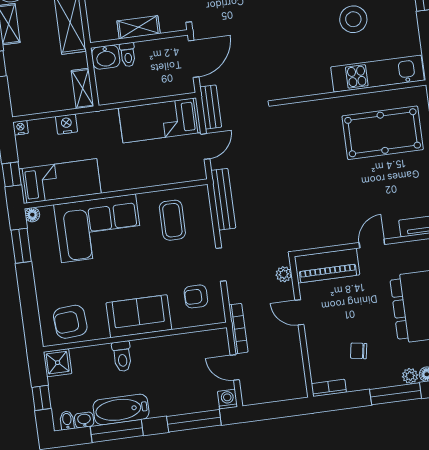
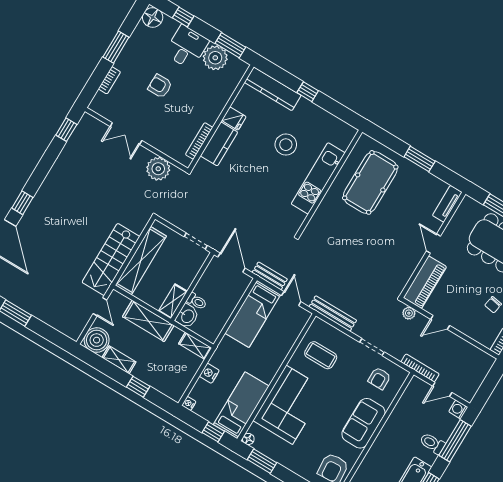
shelving: (139, 27) -> (173, 301), moved
kitchen unit: (378, 74) -> (318, 178), moved
toilet: (122, 356) -> (432, 443), moved, turned 180

